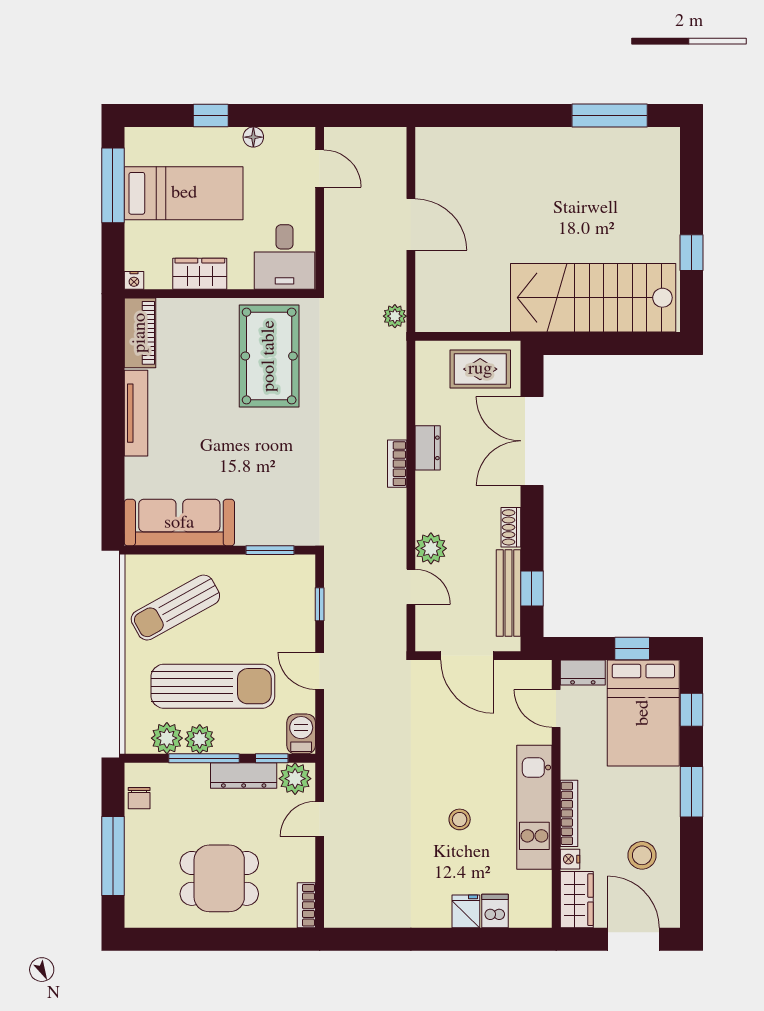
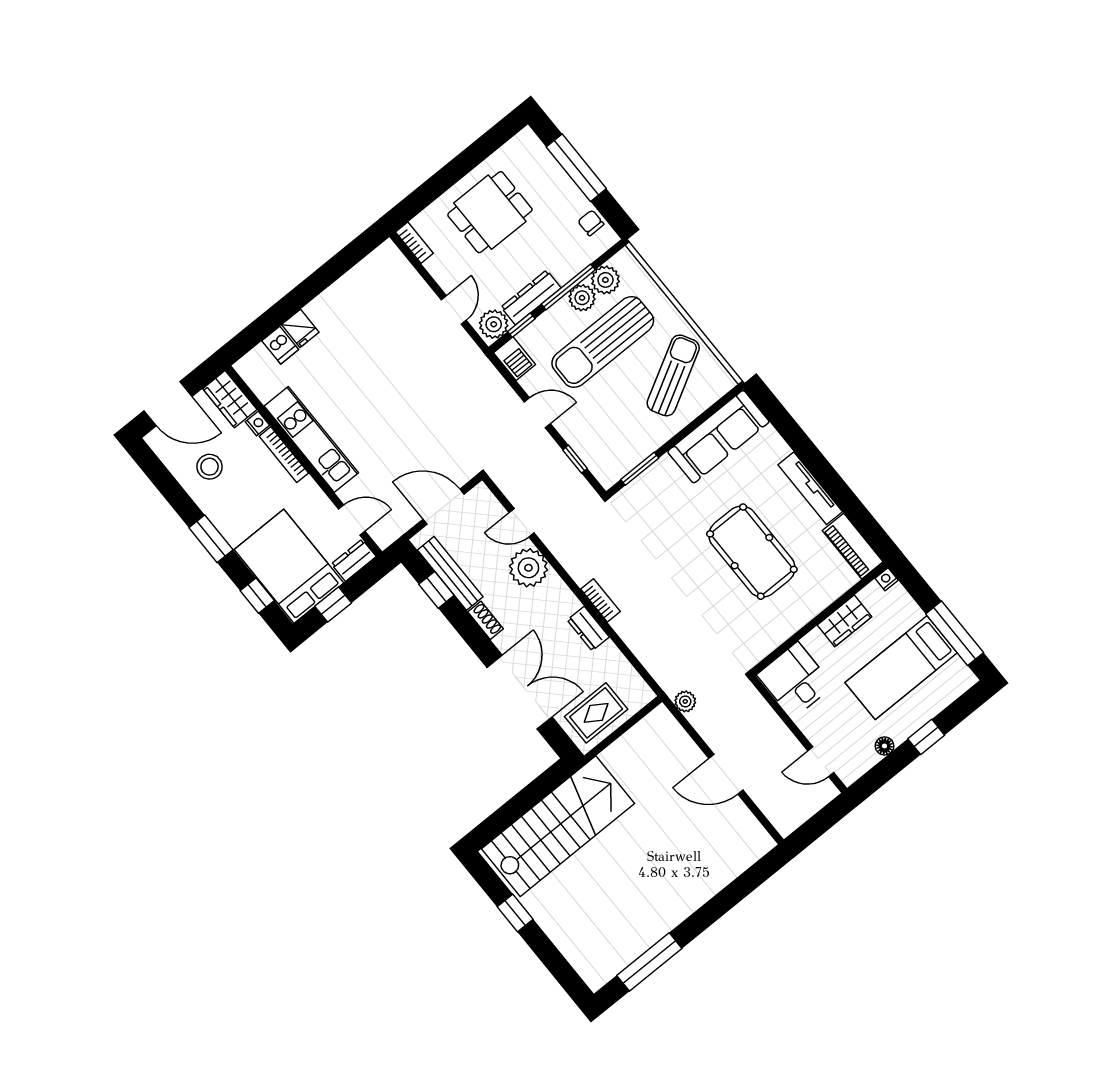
pool table: (269, 356) -> (752, 552), moved
plant: (431, 548) -> (528, 568), width x1.36, depth x1.36
stool: (460, 819) -> (356, 389), removed

